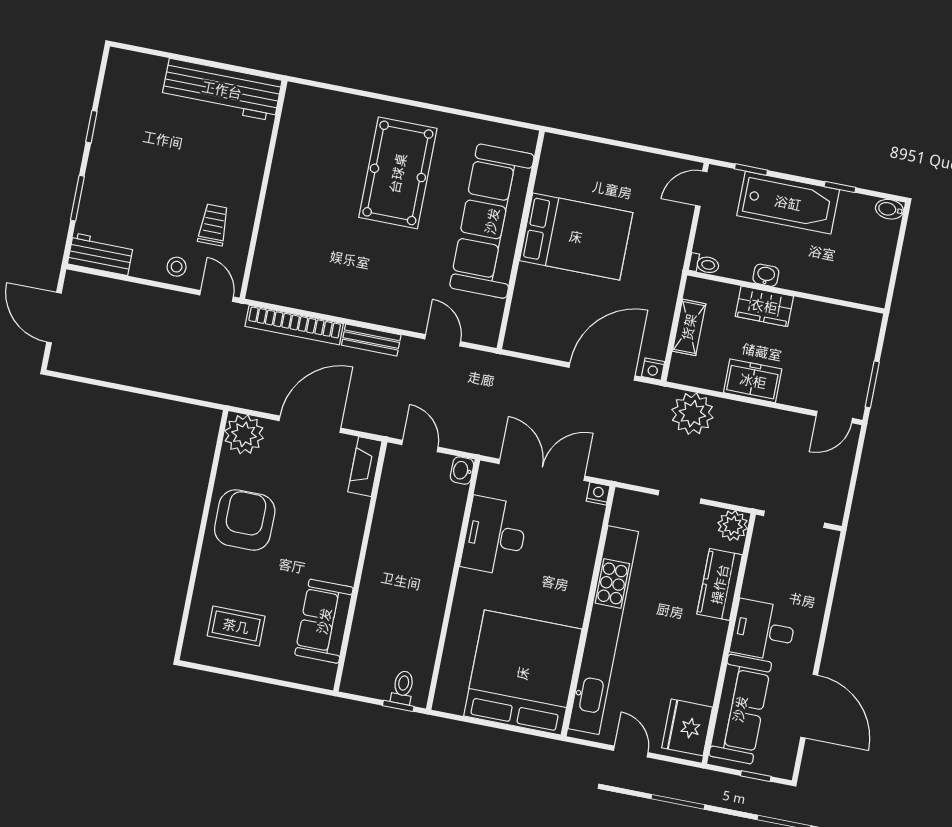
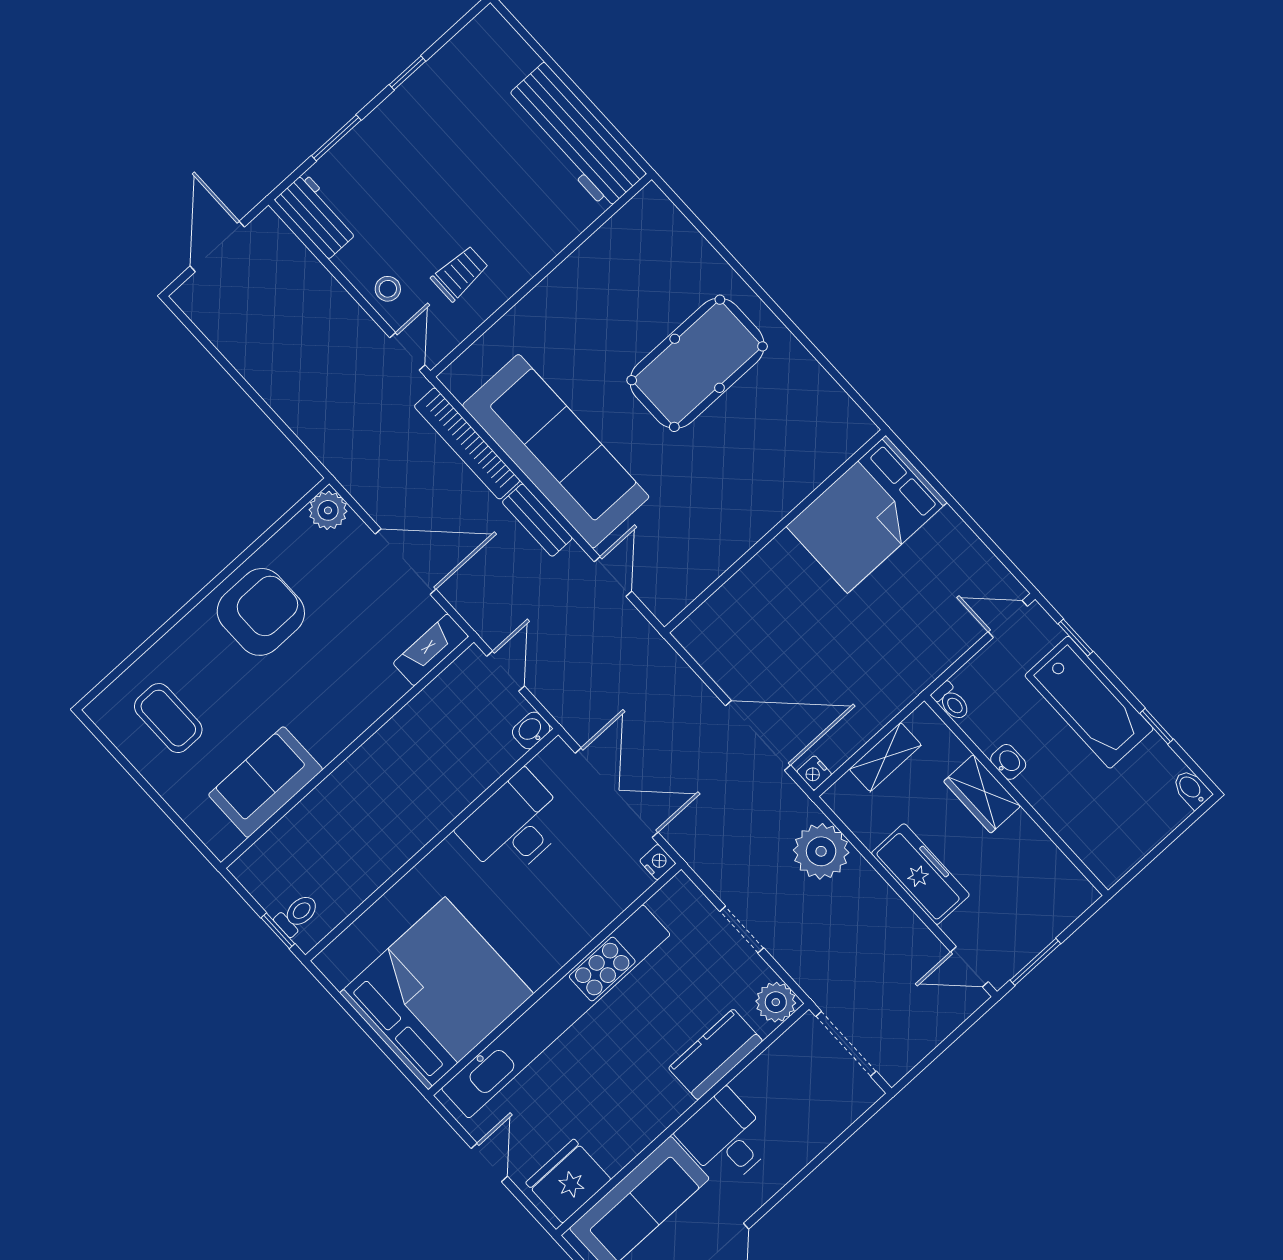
sofa: (492, 221) -> (556, 451), moved, turned 90
bed: (576, 237) -> (867, 514), moved, turned 90
freezer: (753, 381) -> (920, 874), width x1.40
plant: (244, 434) -> (328, 510), width x0.73, depth x0.73

